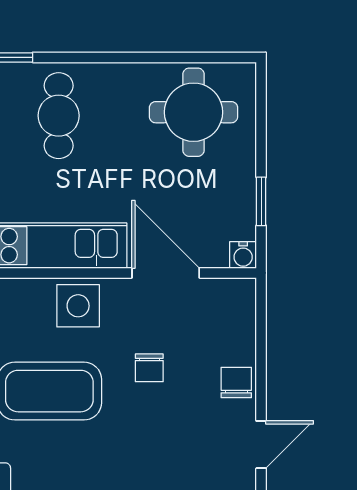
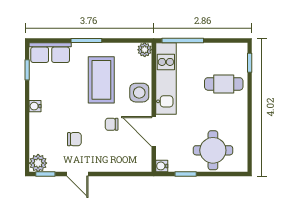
round table: (194, 112) -> (213, 150), moved
door: (166, 273) -> (154, 132), swing flipped
chair: (236, 382) -> (74, 139), moved

